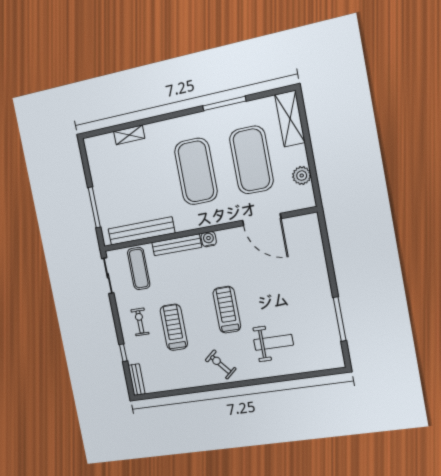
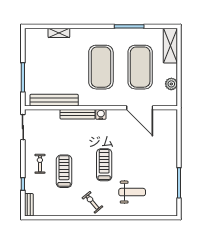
exercise mat: (139, 269) -> (47, 126), removed

